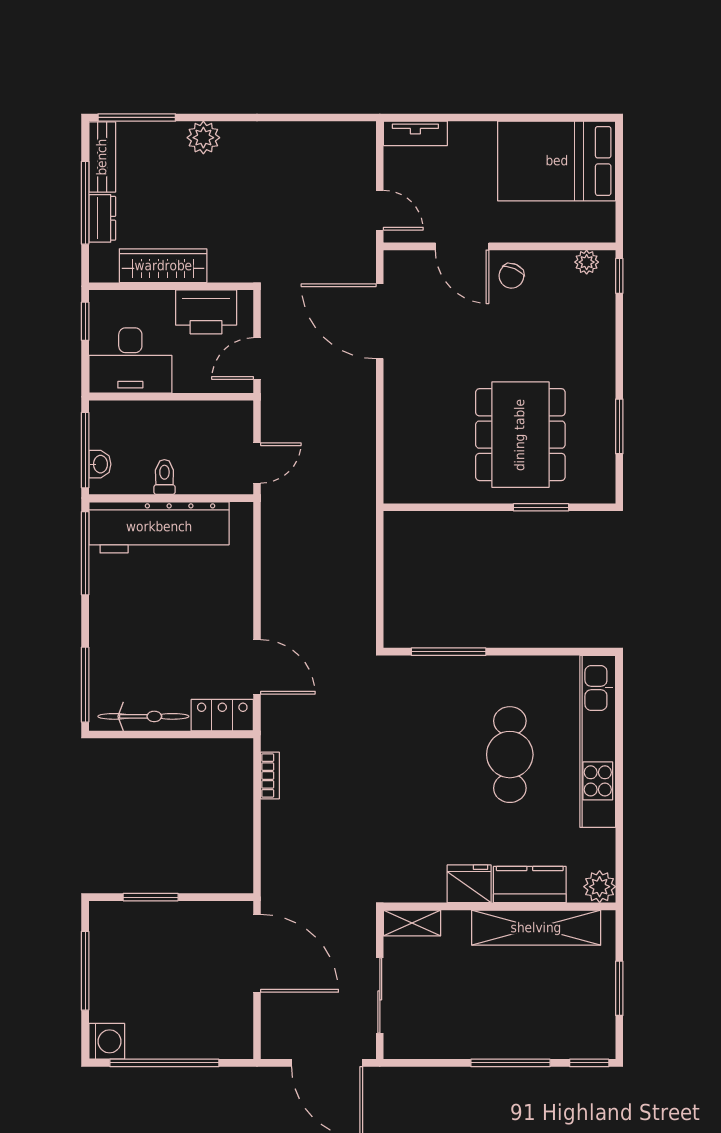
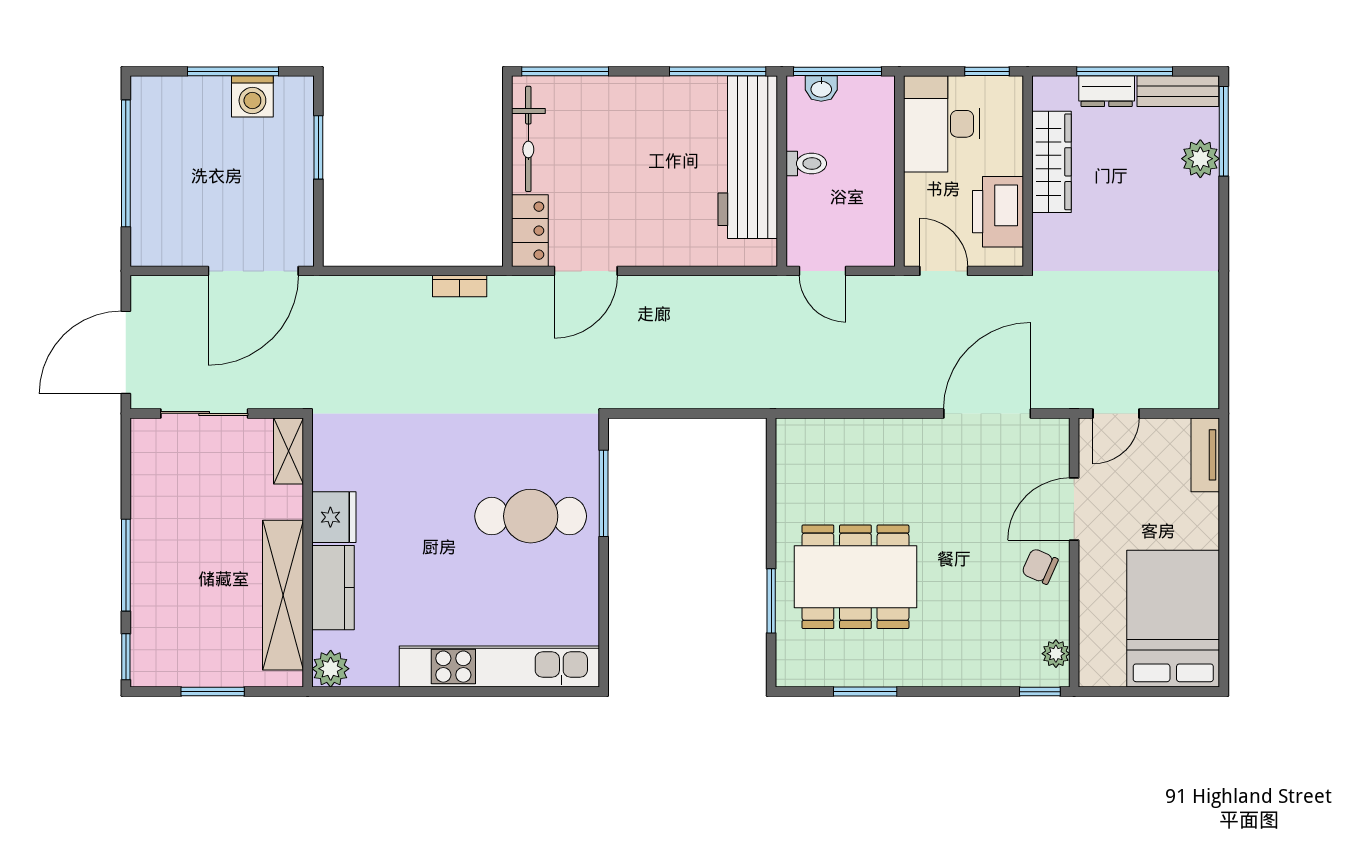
plant: (203, 138) -> (1200, 159), moved
cafe table: (510, 755) -> (531, 516), moved
washing machine: (107, 1041) -> (252, 96), moved

